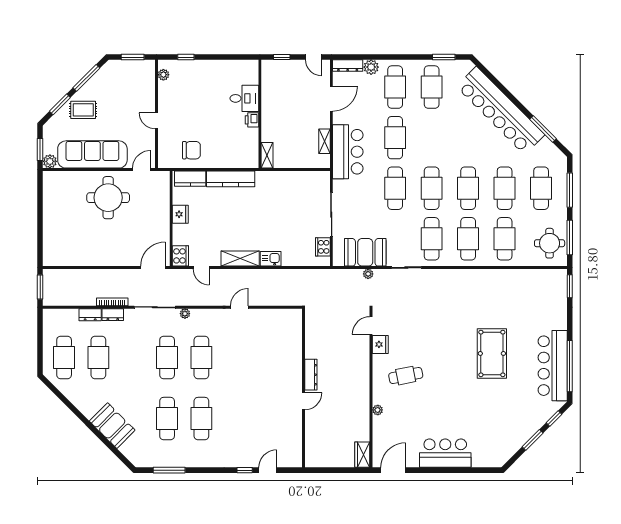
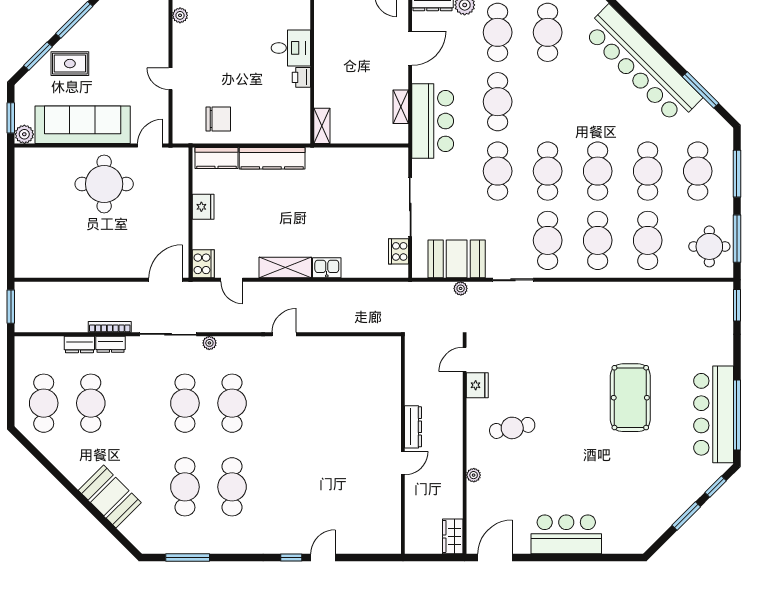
dresser: (311, 375) -> (413, 427), moved
wall: (304, 388) -> (403, 445), moved
door: (304, 401) -> (403, 463), moved

